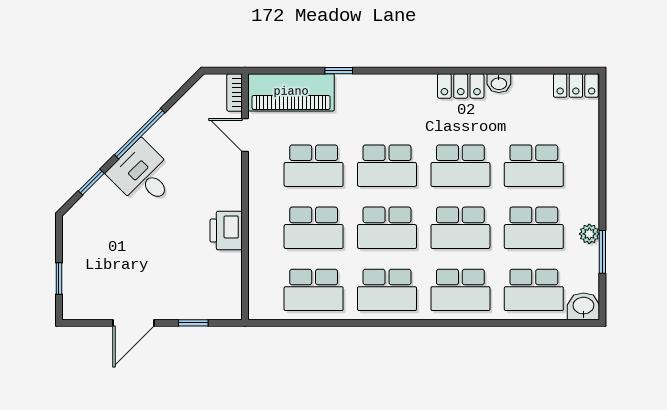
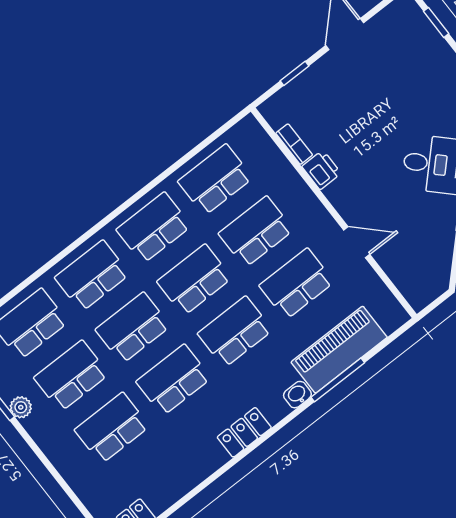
window: (339, 71) -> (338, 380), width x2.17
washbasin: (499, 83) -> (297, 395), moved
locker: (461, 86) -> (244, 432), moved
bookcase: (235, 92) -> (294, 144), moved
piano: (291, 92) -> (339, 350), moved
door: (245, 135) -> (357, 242), moved
printer: (226, 230) -> (322, 170), width x0.73, depth x0.81

